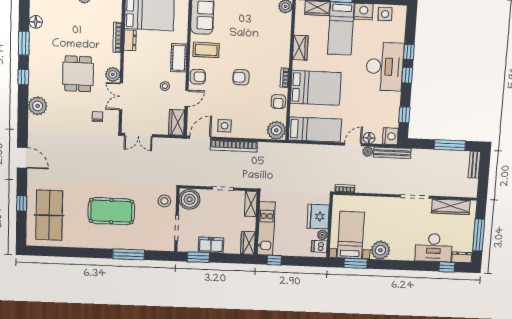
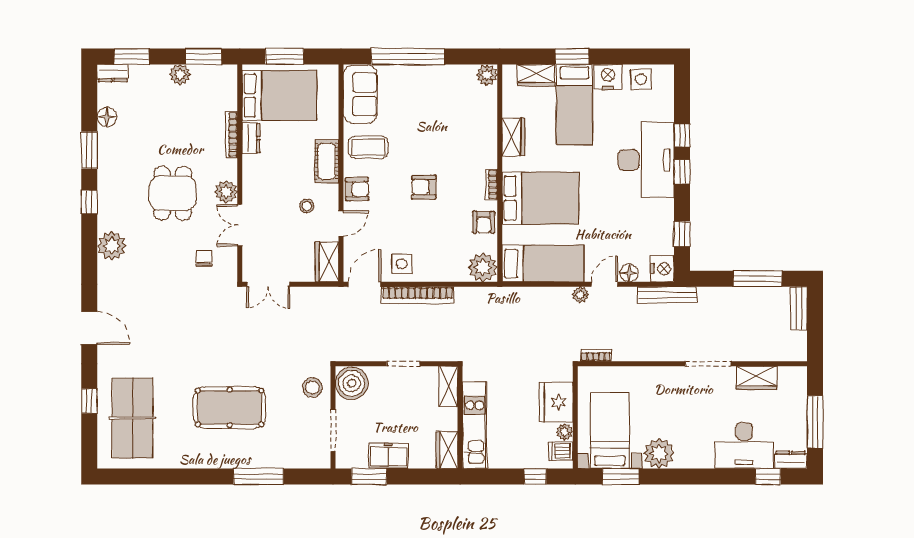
plant: (368, 152) -> (581, 295), moved
wardrobe: (451, 207) -> (756, 378), width x0.67
window: (274, 260) -> (535, 476), moved

